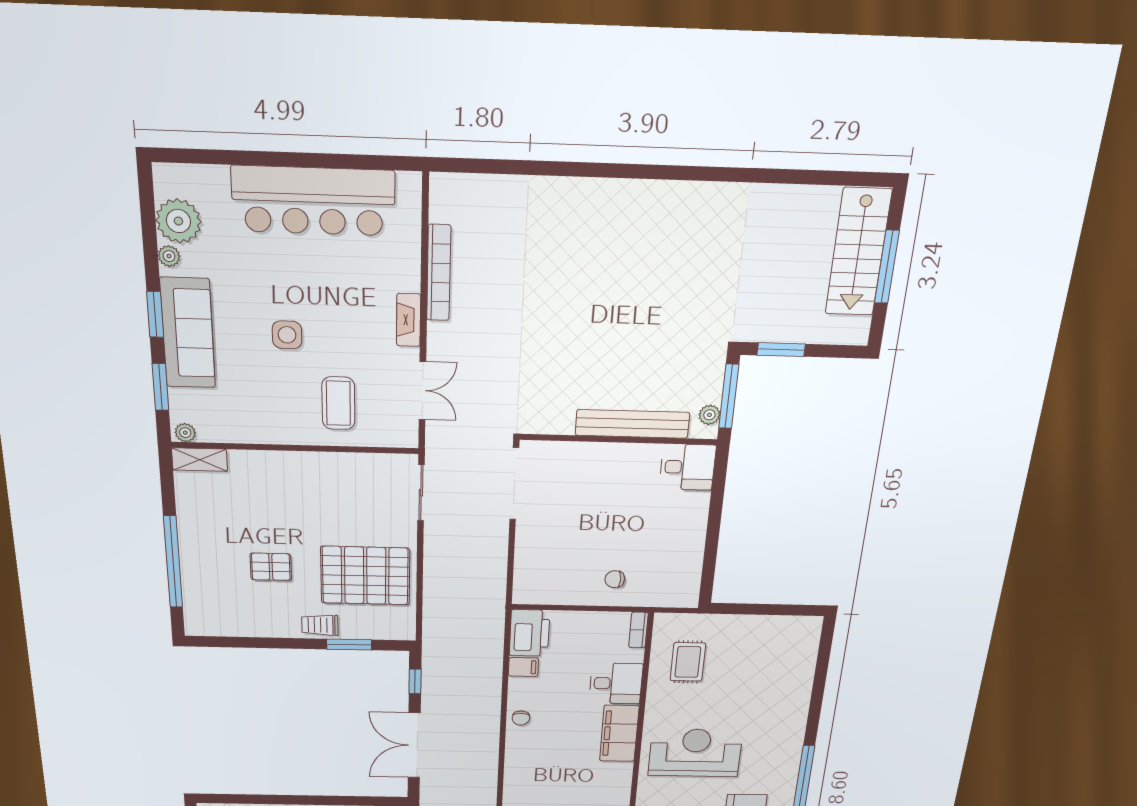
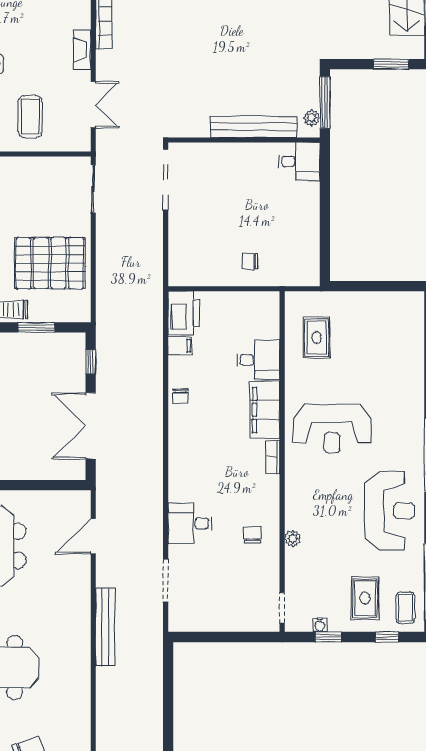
window: (781, 350) -> (391, 64), moved
bookcase: (638, 630) -> (273, 457), moved
reception desk: (695, 753) -> (332, 428), turned 180

